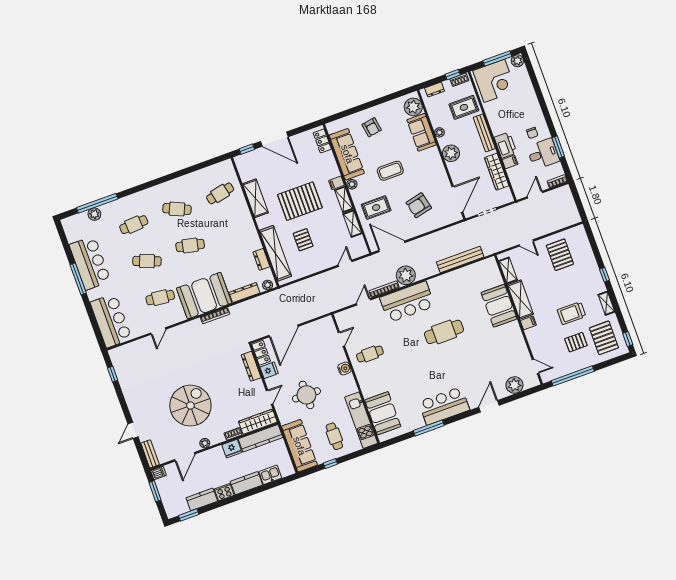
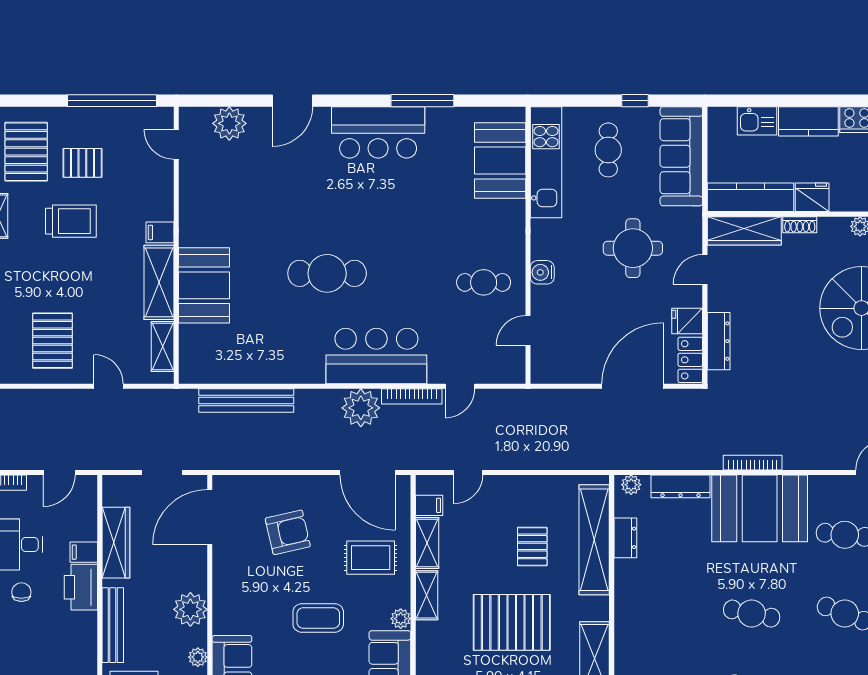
filing cabinet: (337, 183) -> (429, 505), moved

